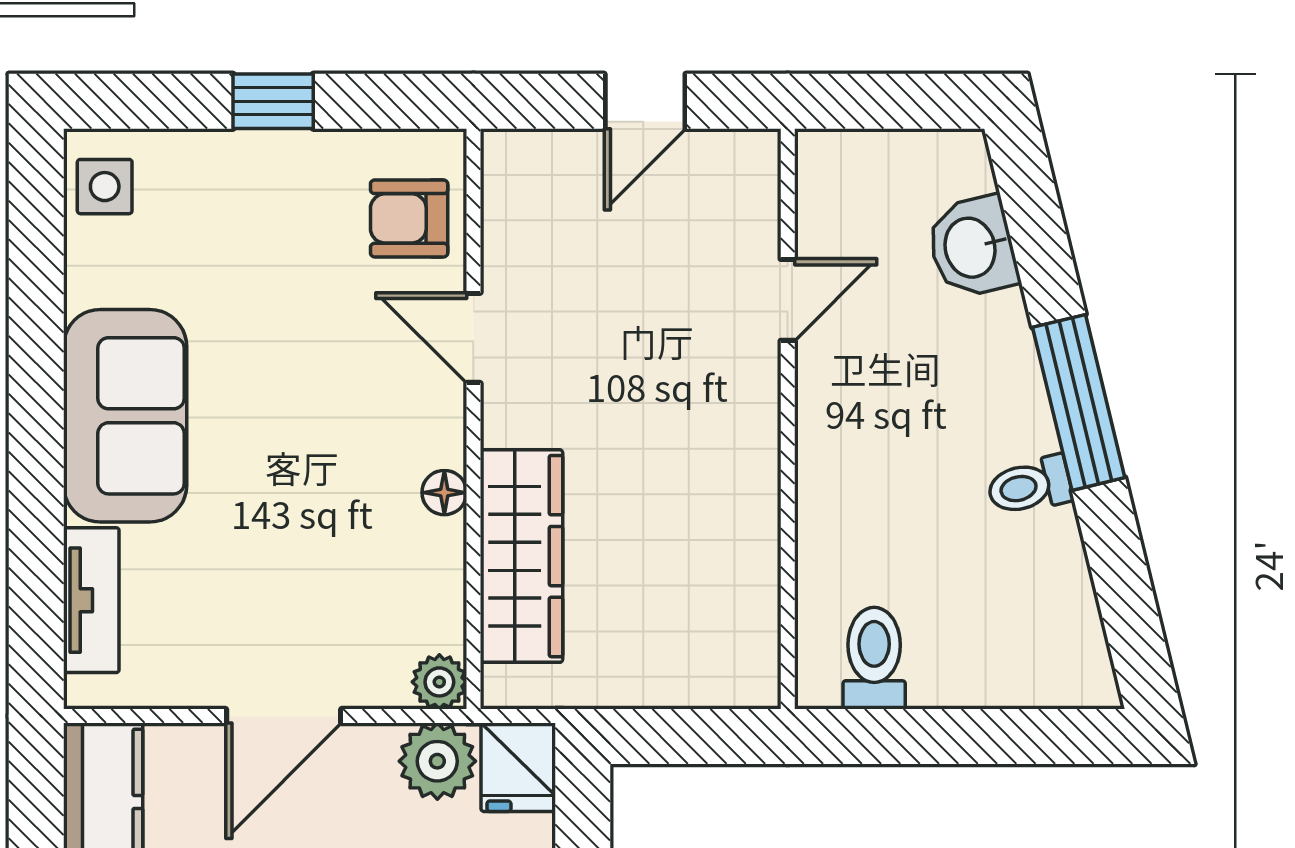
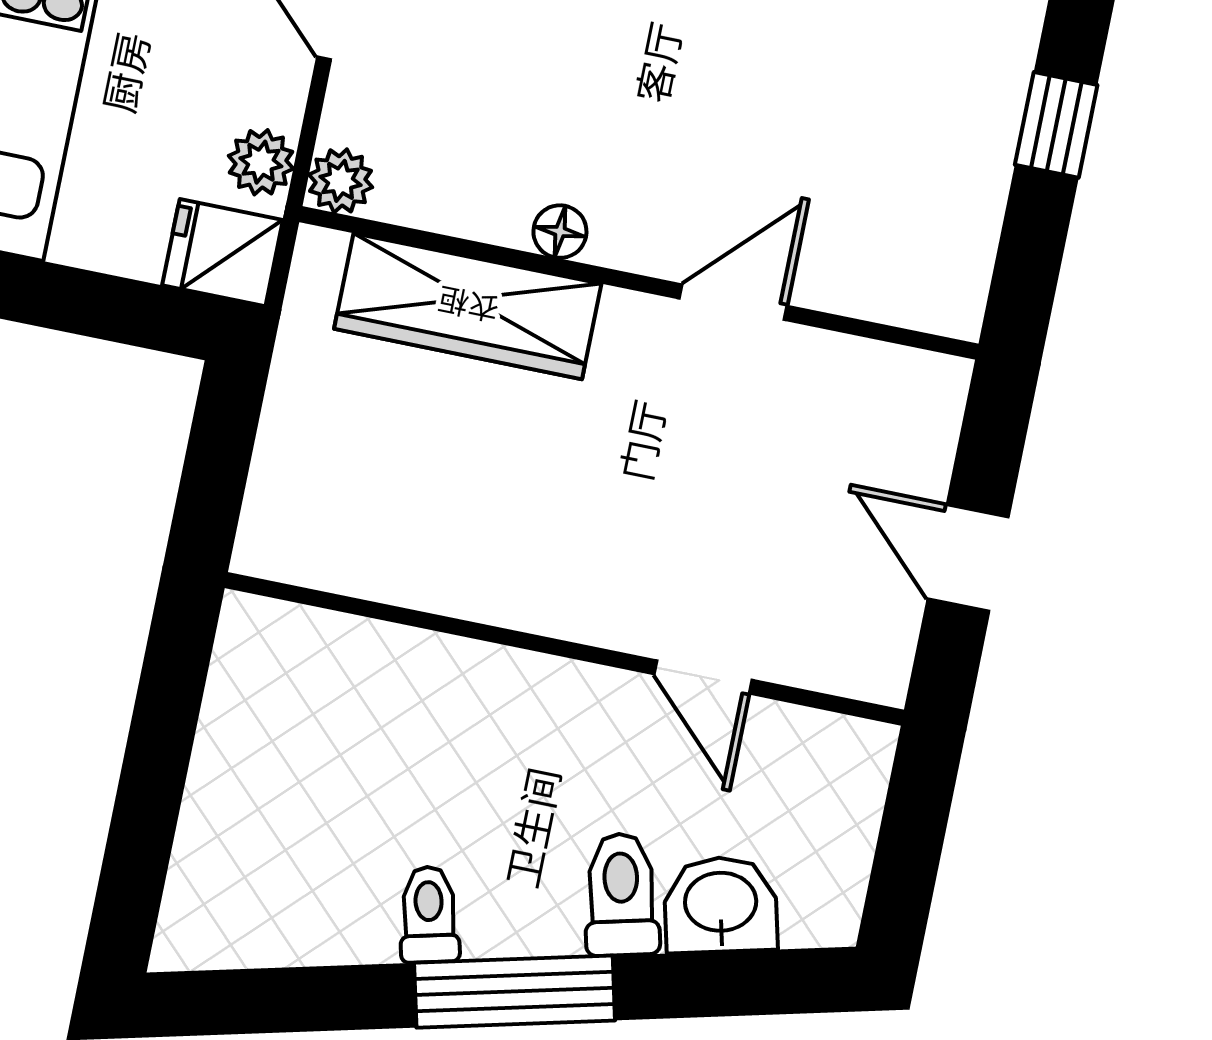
armchair: (409, 218) -> (887, 256), removed
toilet: (874, 658) -> (621, 895), moved, turned -104
plant: (437, 761) -> (261, 162), width x0.73, depth x0.73

